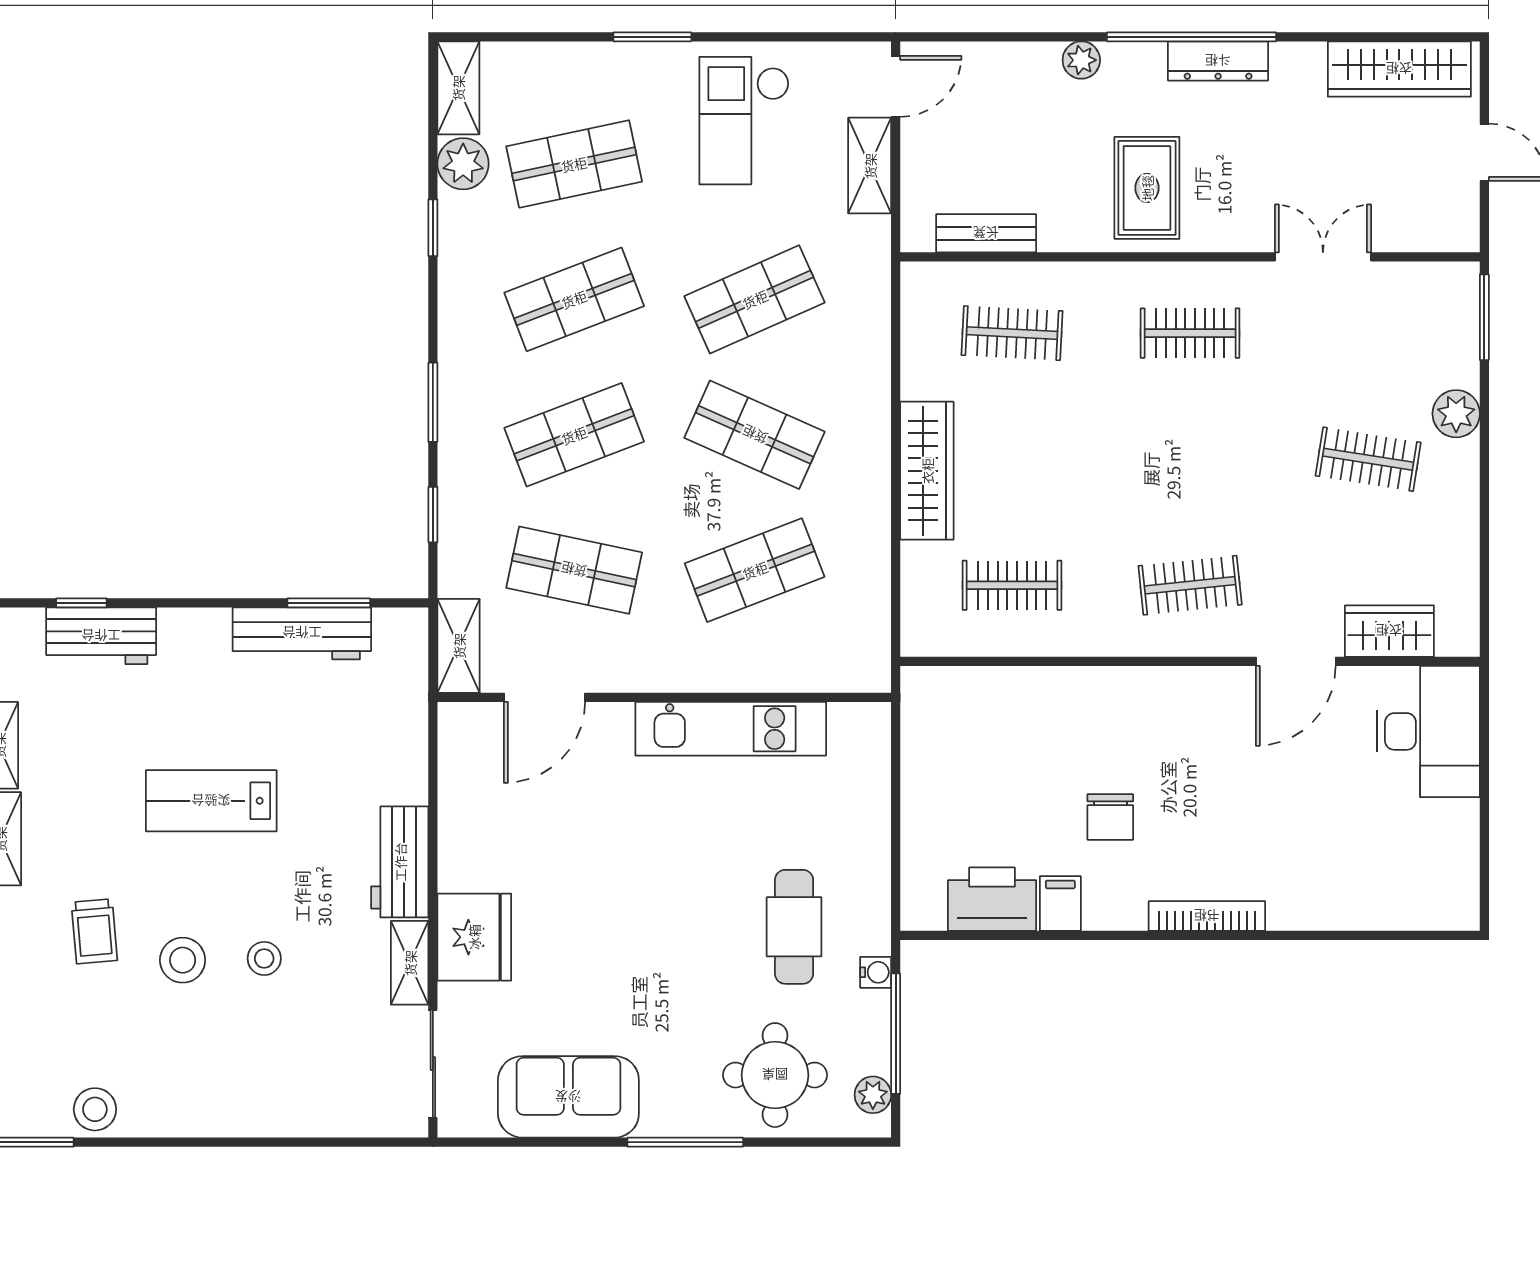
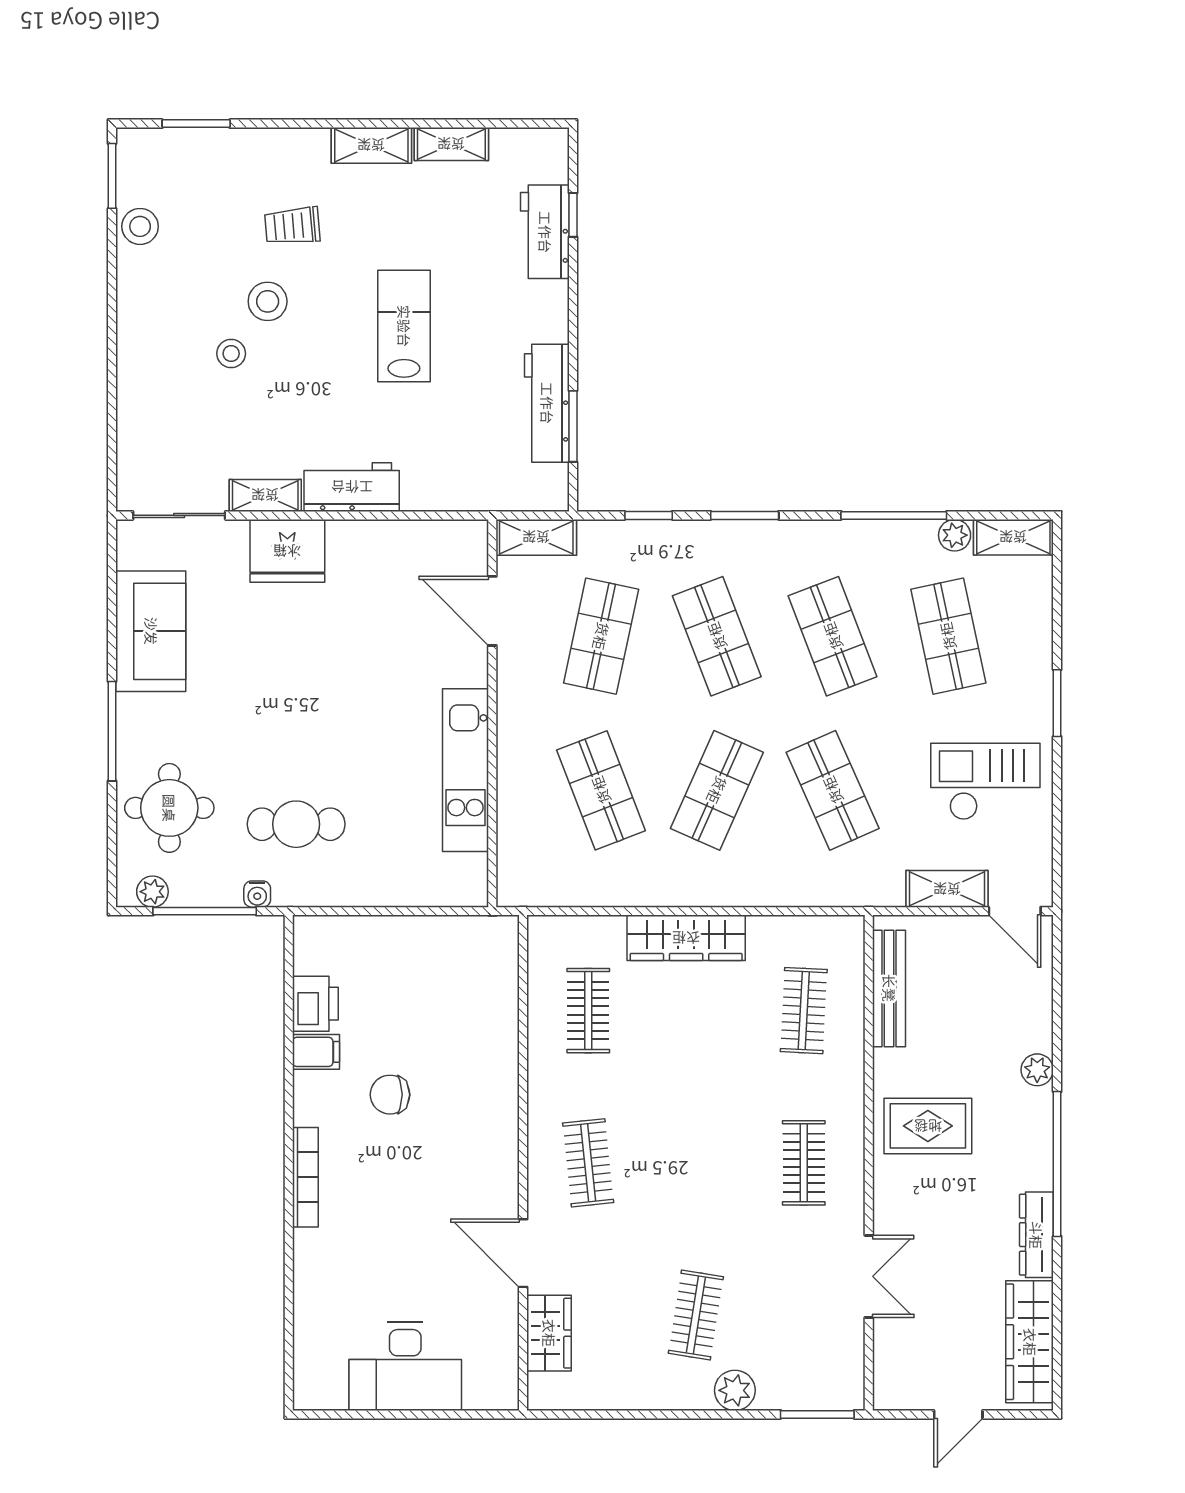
dresser: (1218, 61) -> (1036, 1235), moved
plant: (463, 164) -> (955, 535), width x0.73, depth x0.73
window: (433, 228) -> (894, 515), width x2.17
bench: (986, 233) -> (889, 988), width x1.36
desk: (1428, 731) -> (405, 1366), moved
printer: (992, 899) -> (315, 1004), width x0.73, depth x0.84
stool: (264, 958) -> (231, 354), moved

